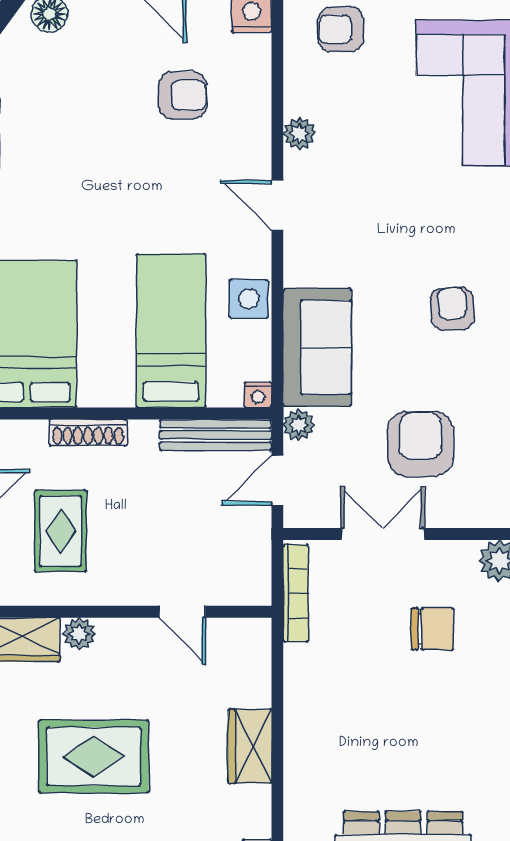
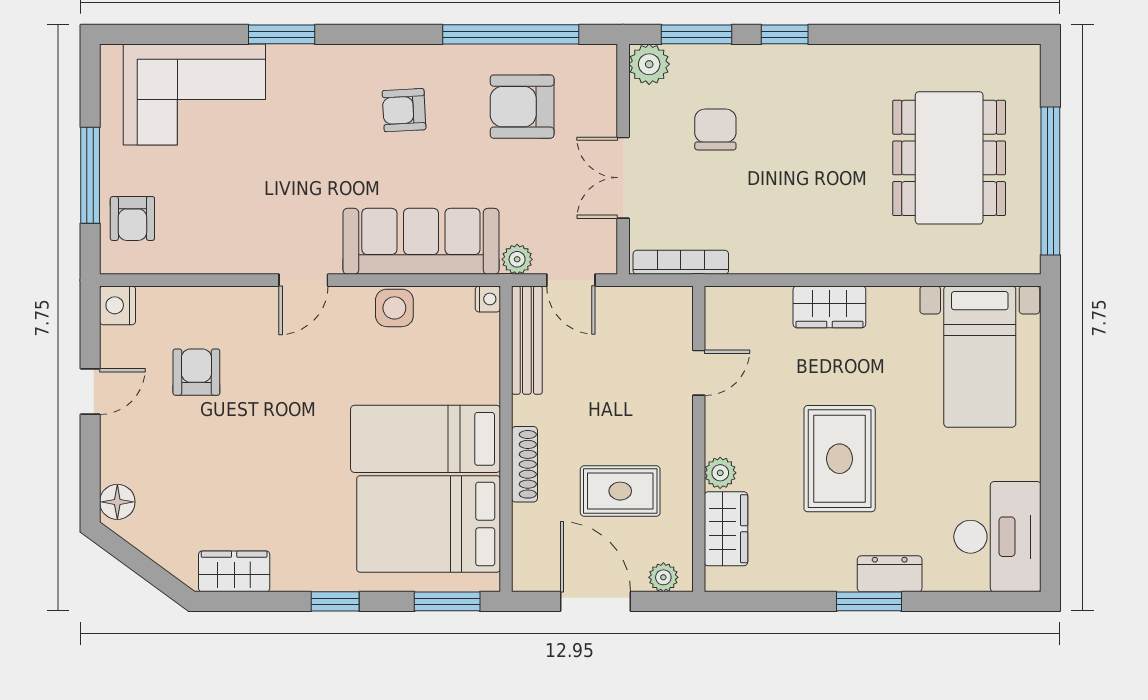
plant: (299, 134) -> (234, 259), removed
bed: (171, 331) -> (426, 439), moved
sofa: (317, 347) -> (421, 241), width x1.36
armchair: (421, 444) -> (522, 107), moved

